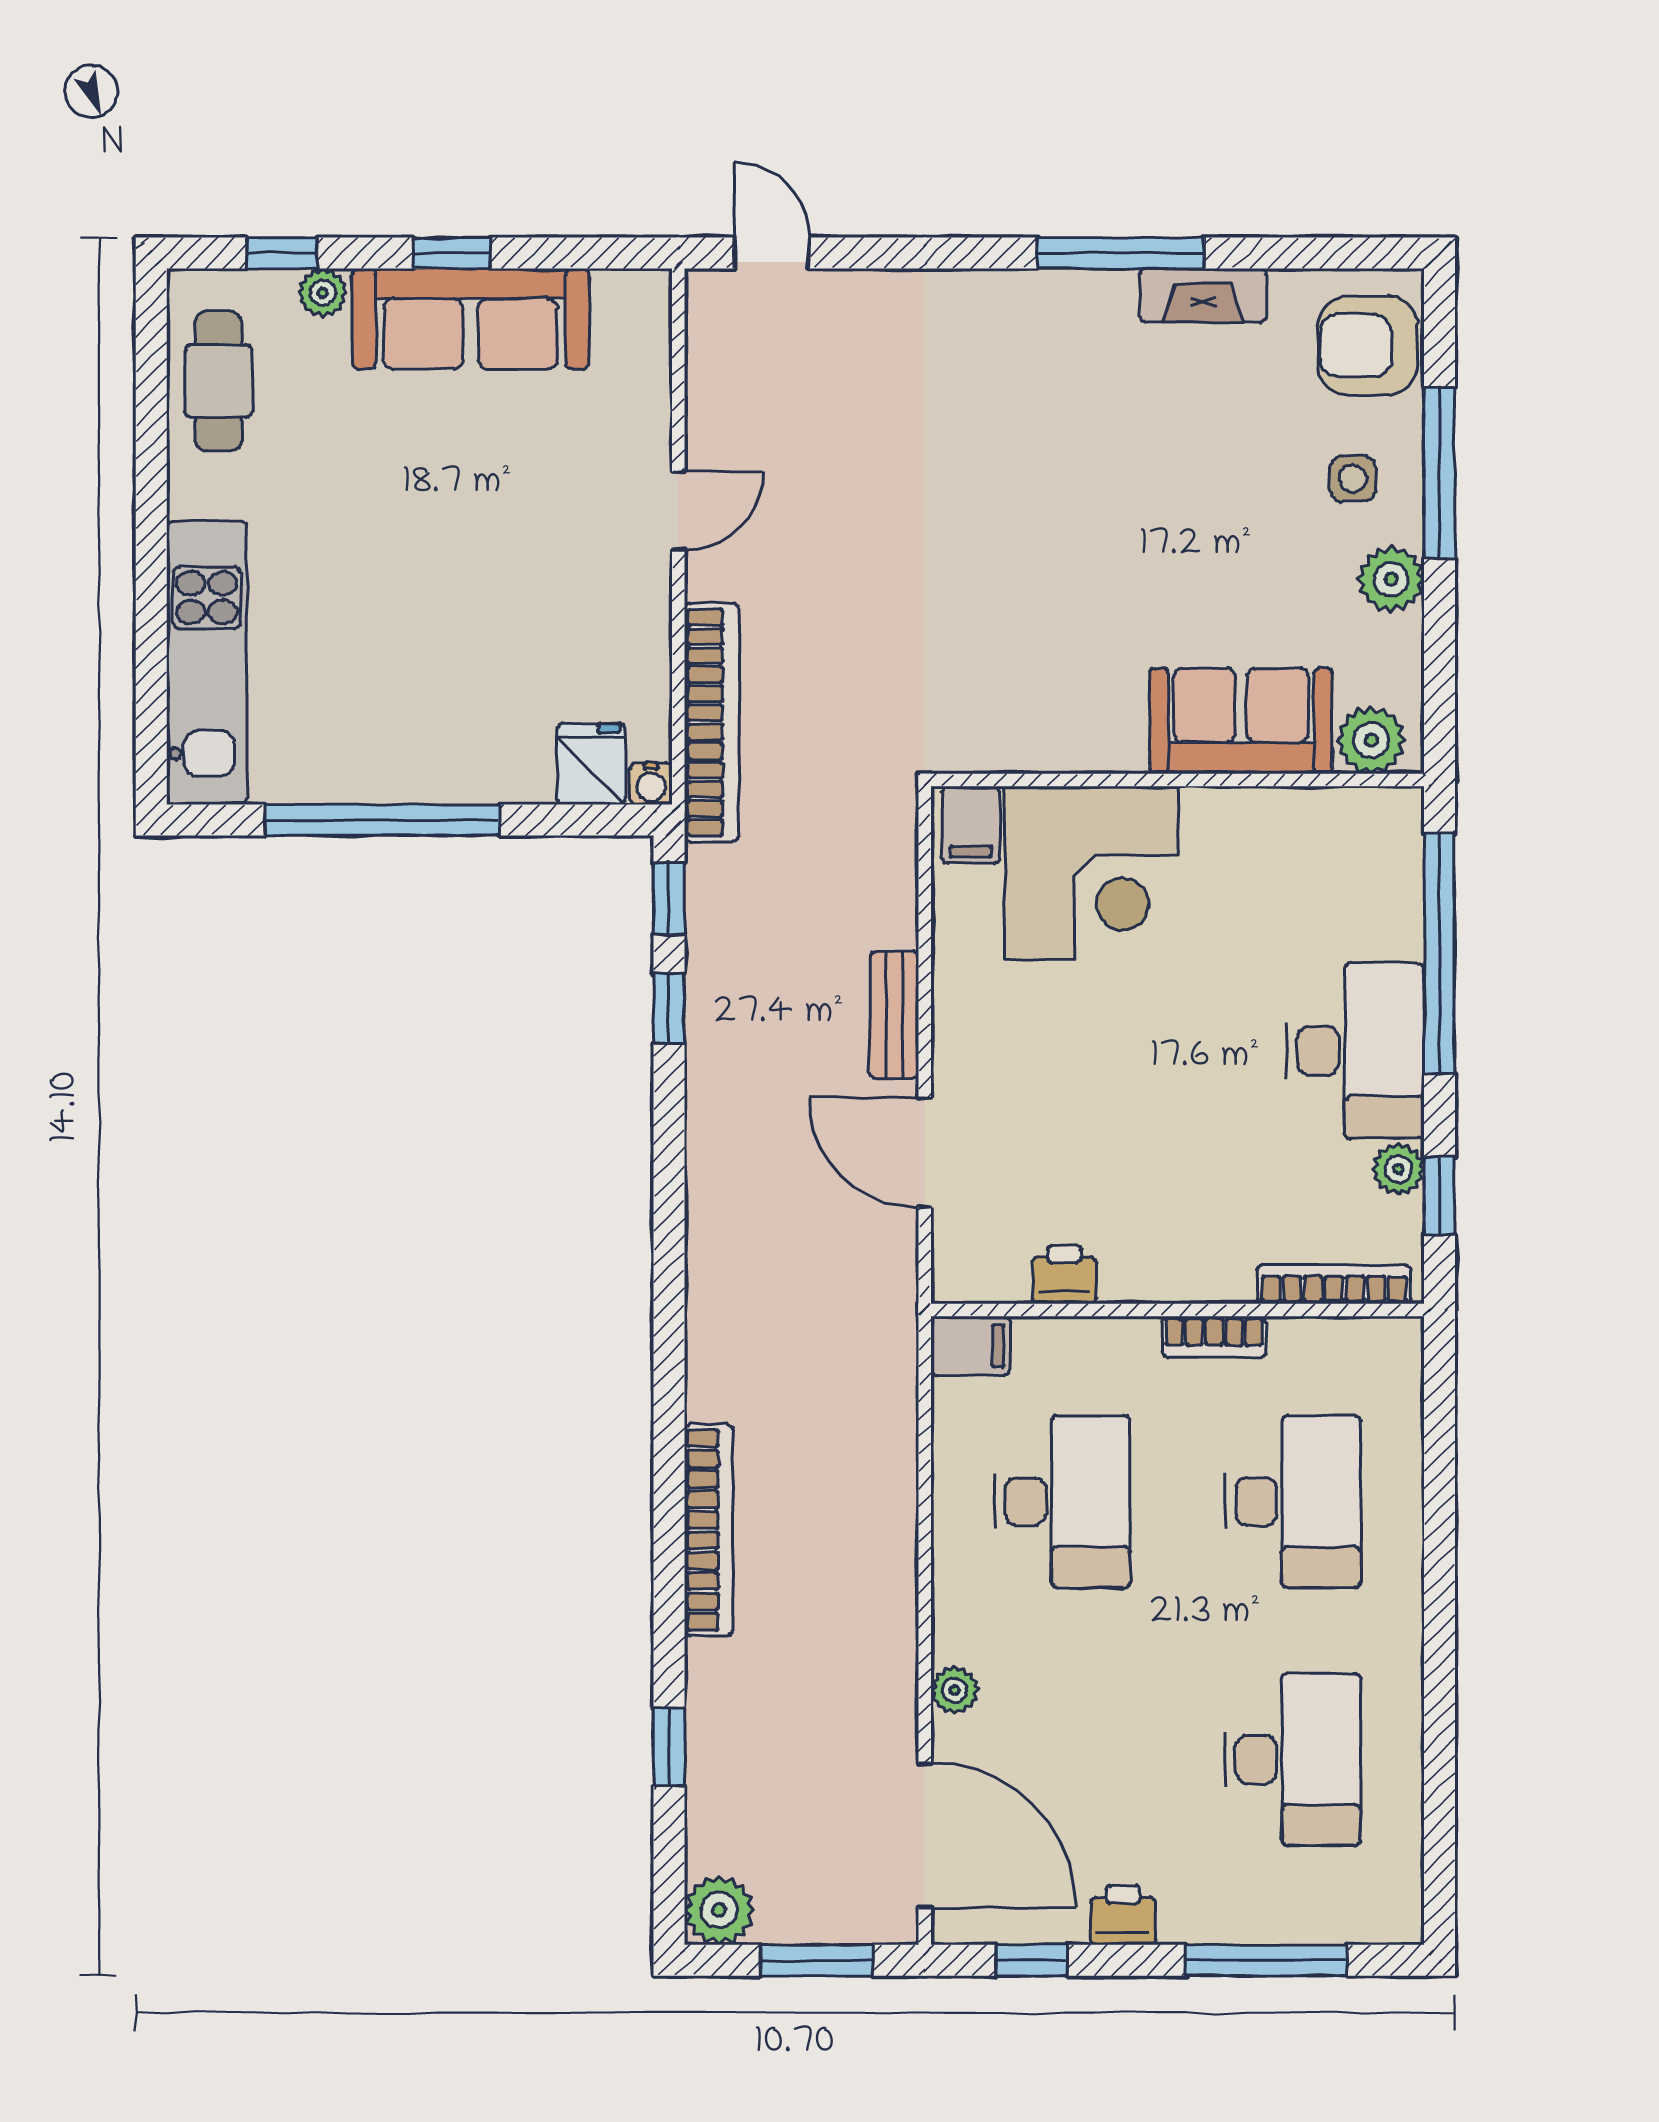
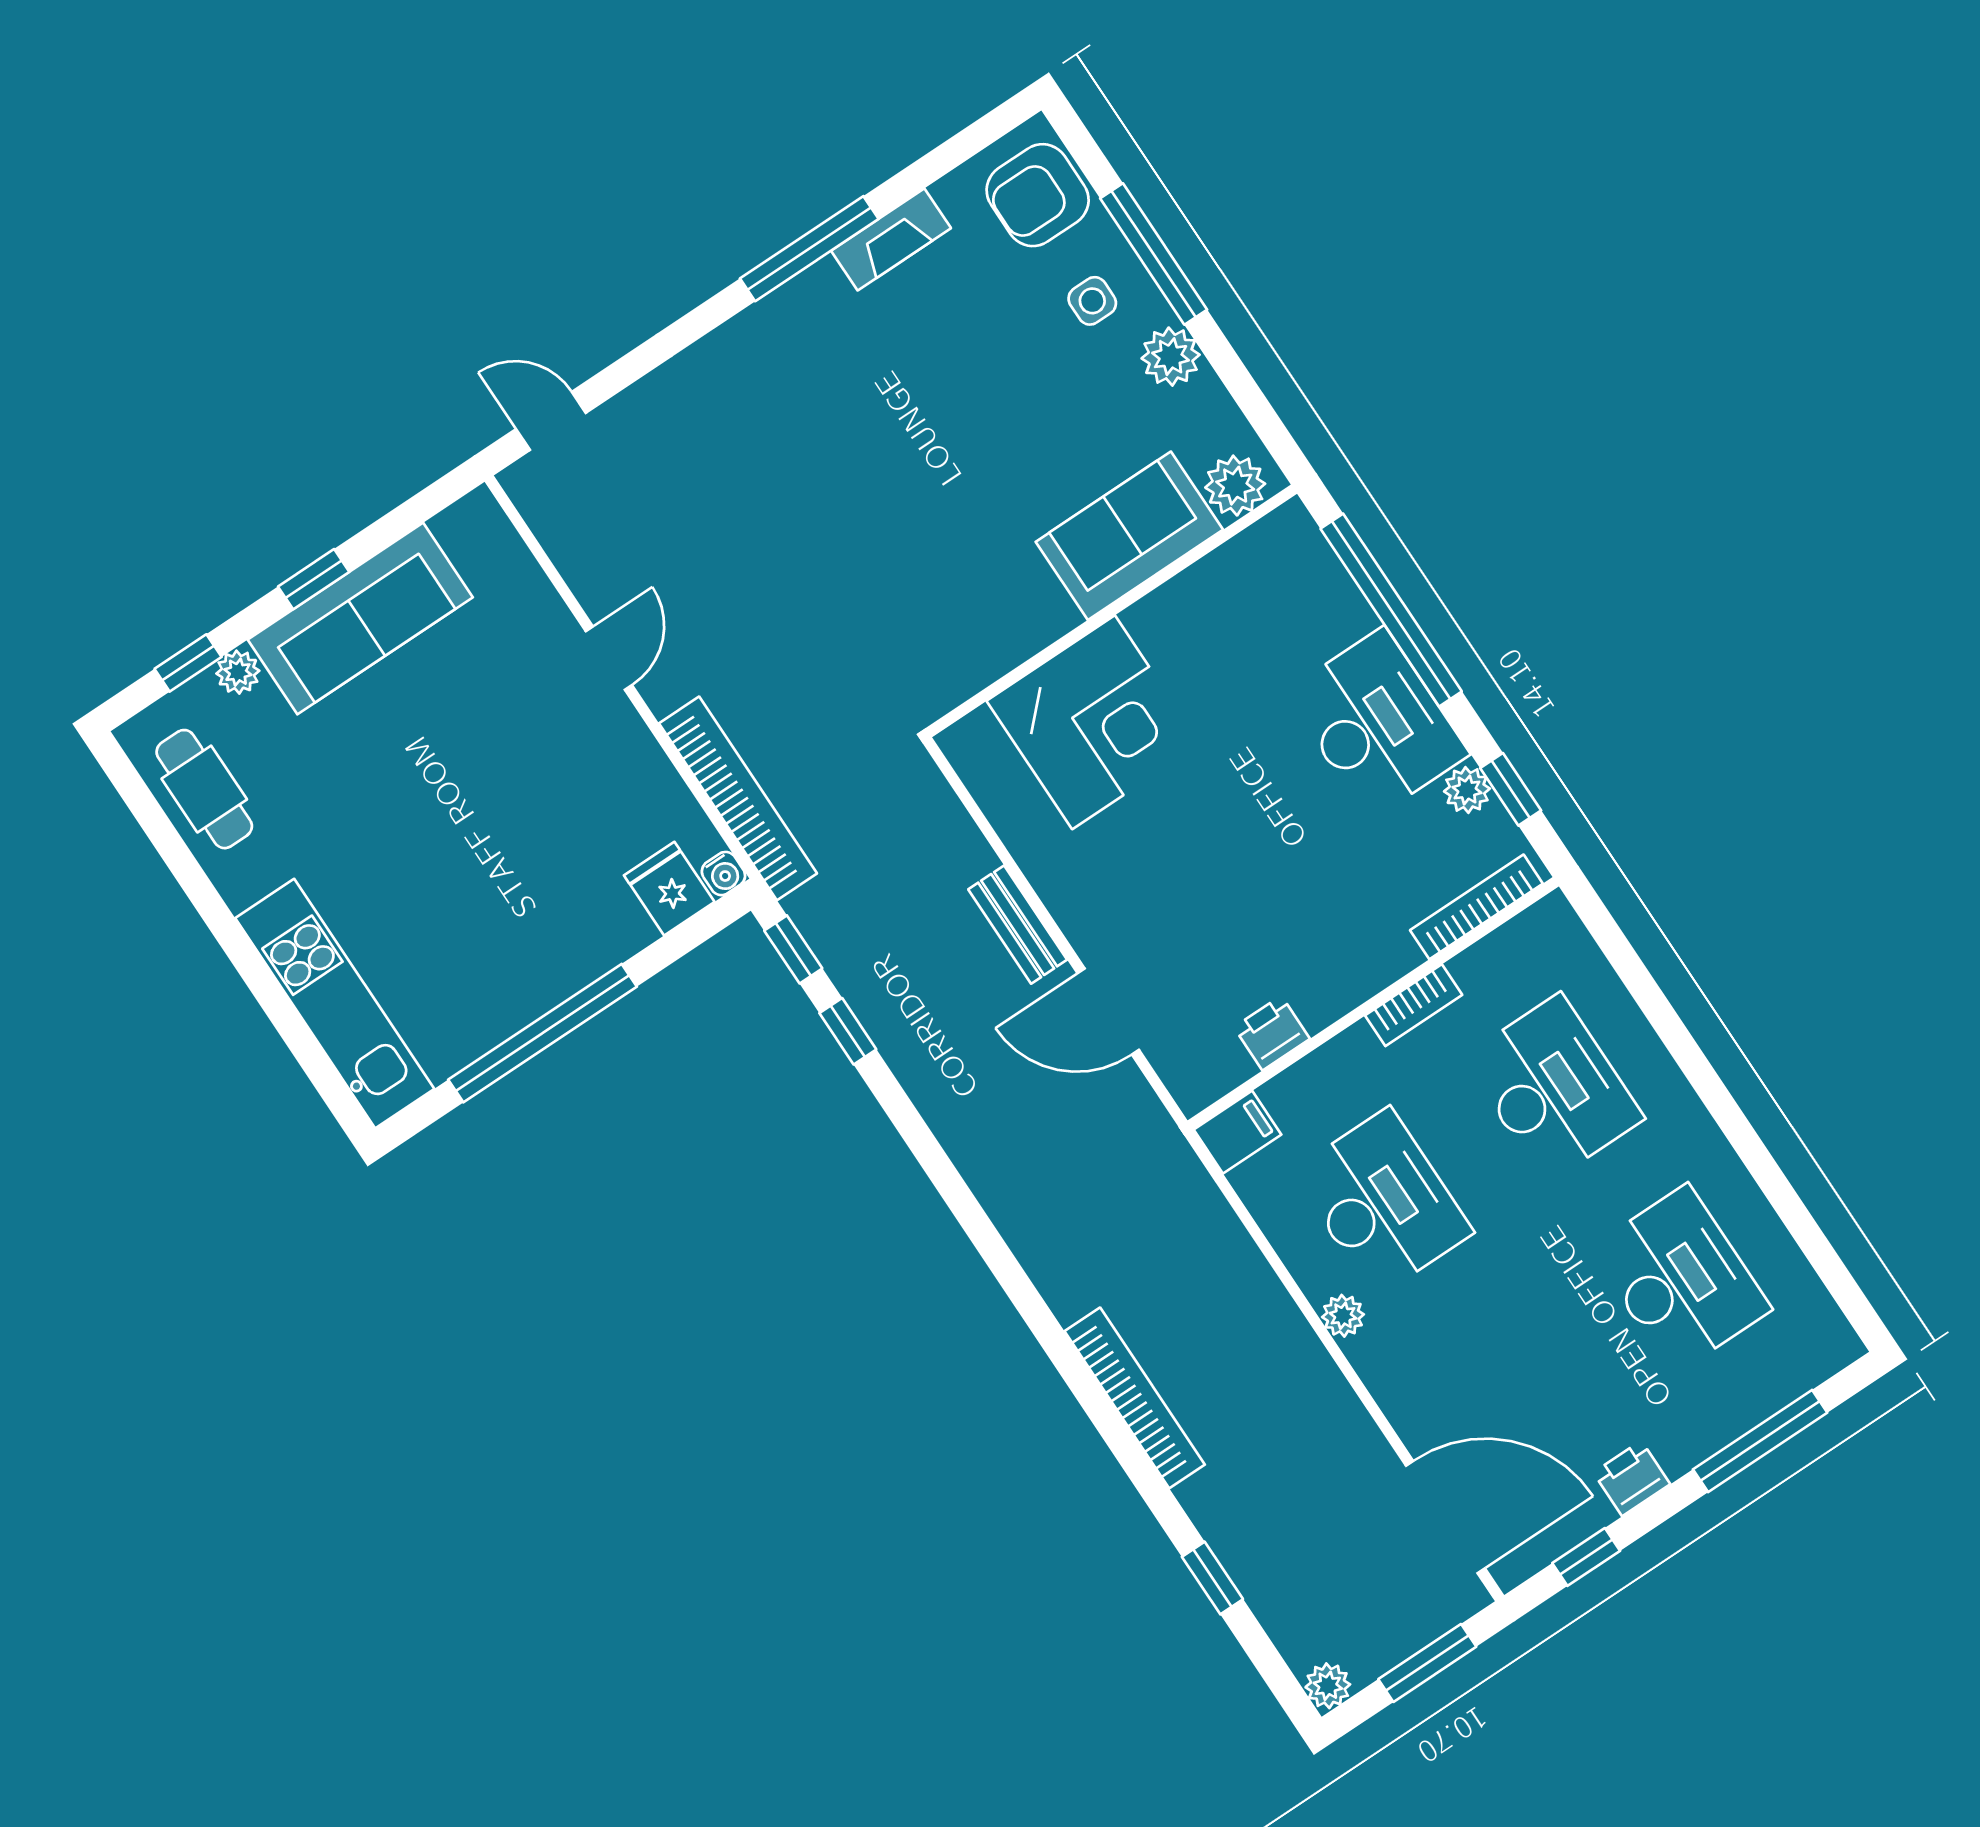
filing cabinet: (971, 825) -> (980, 746), removed
plant: (955, 1690) -> (1343, 1316), moved
plant: (719, 1910) -> (1328, 1686), width x0.73, depth x0.73

